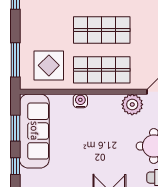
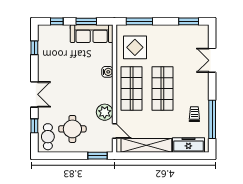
sofa: (34, 131) -> (92, 34), width x0.74, depth x0.79

